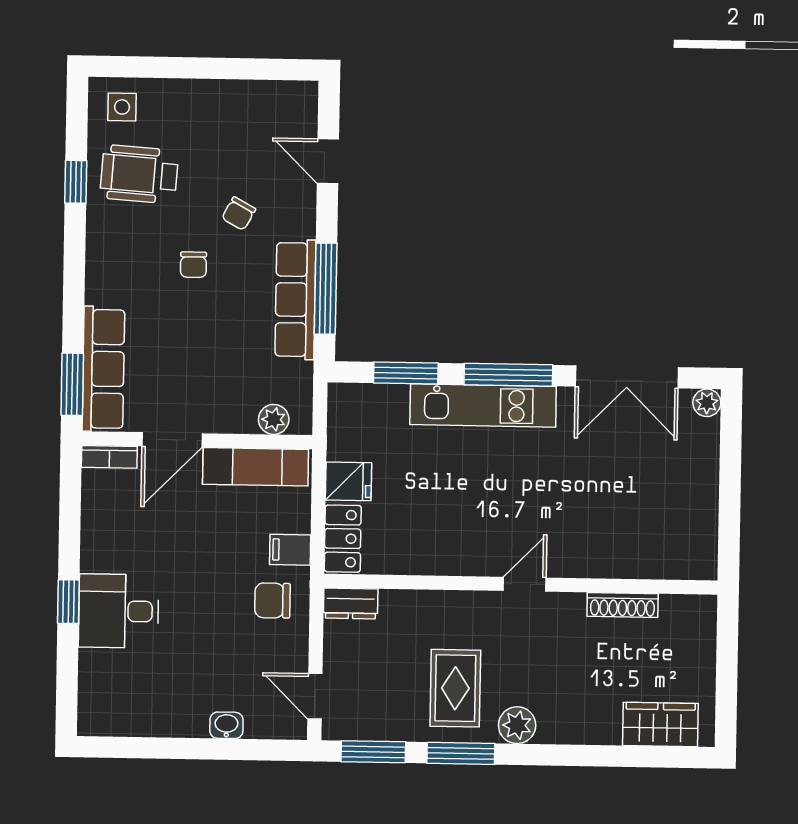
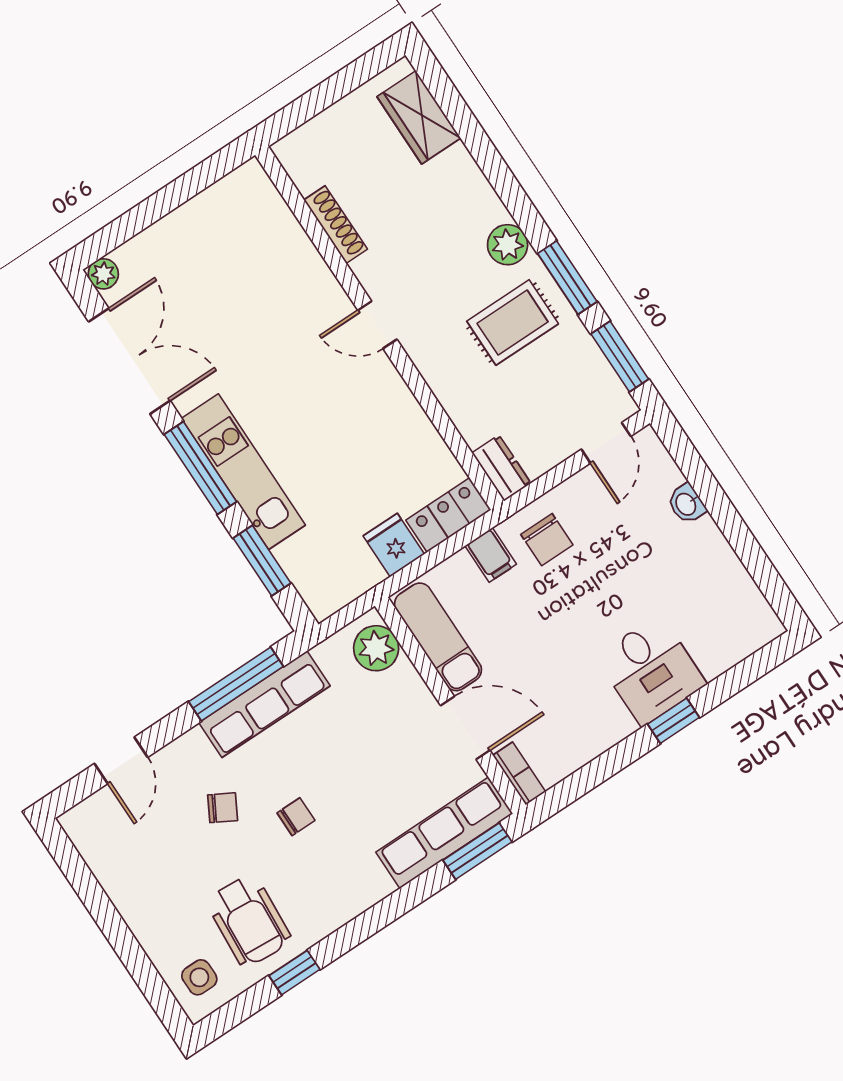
plant: (274, 419) -> (376, 648), width x1.38, depth x1.38

